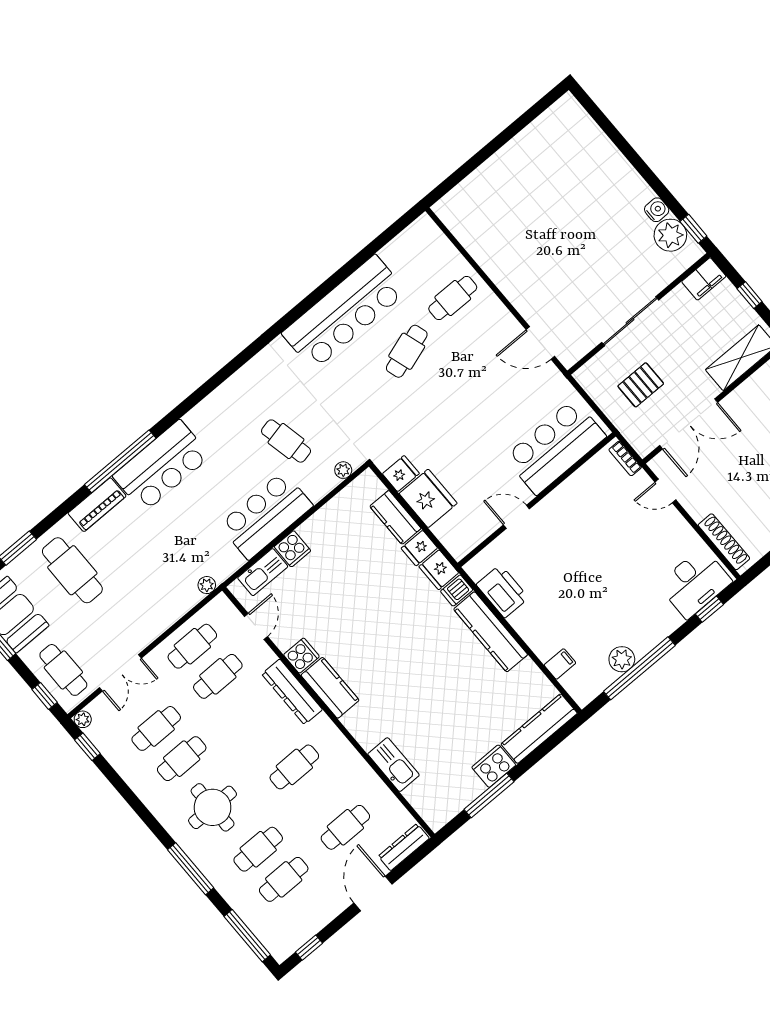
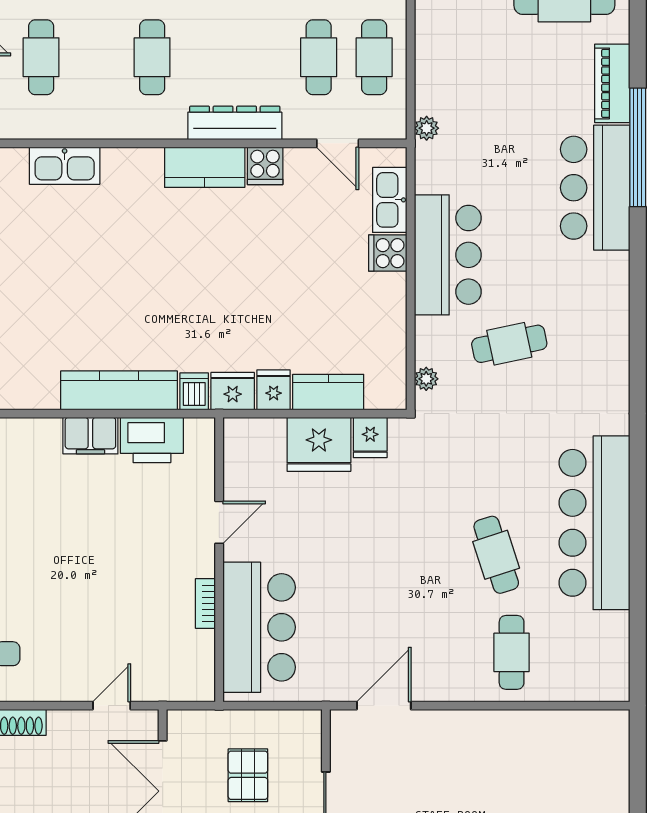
bookcase: (625, 458) -> (205, 604), moved, turned -90
filing cabinet: (560, 664) -> (90, 436), moved, width x2.00

